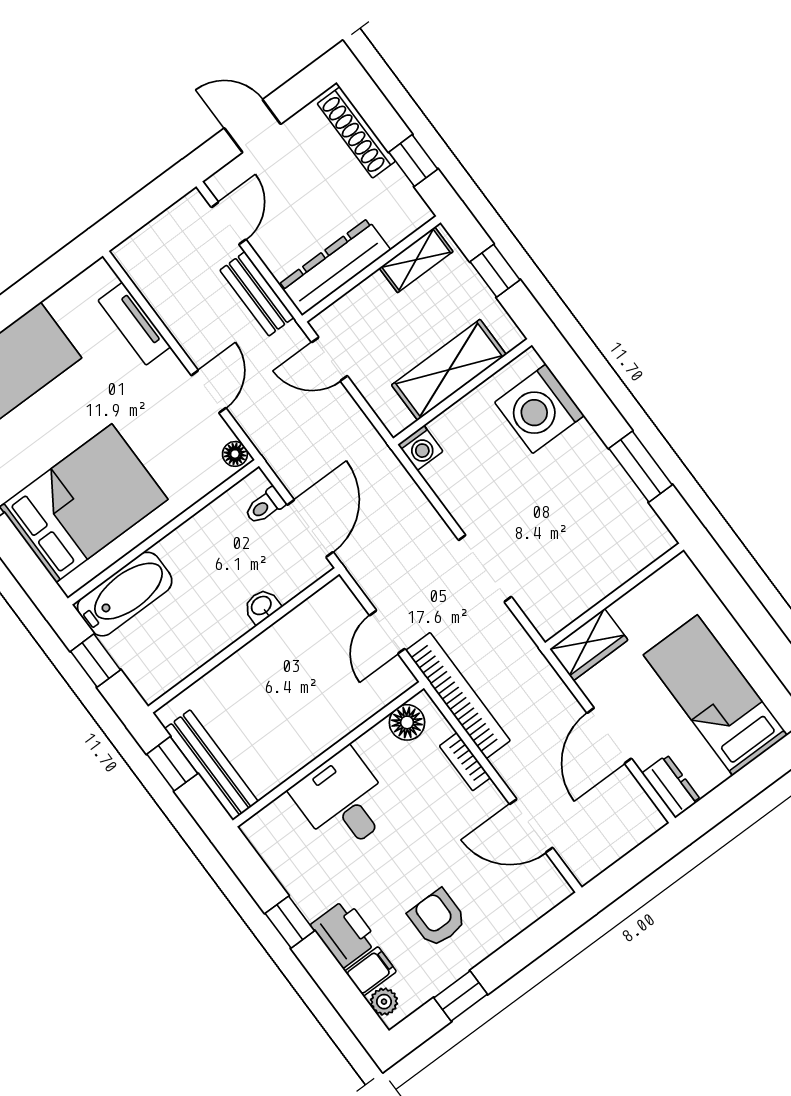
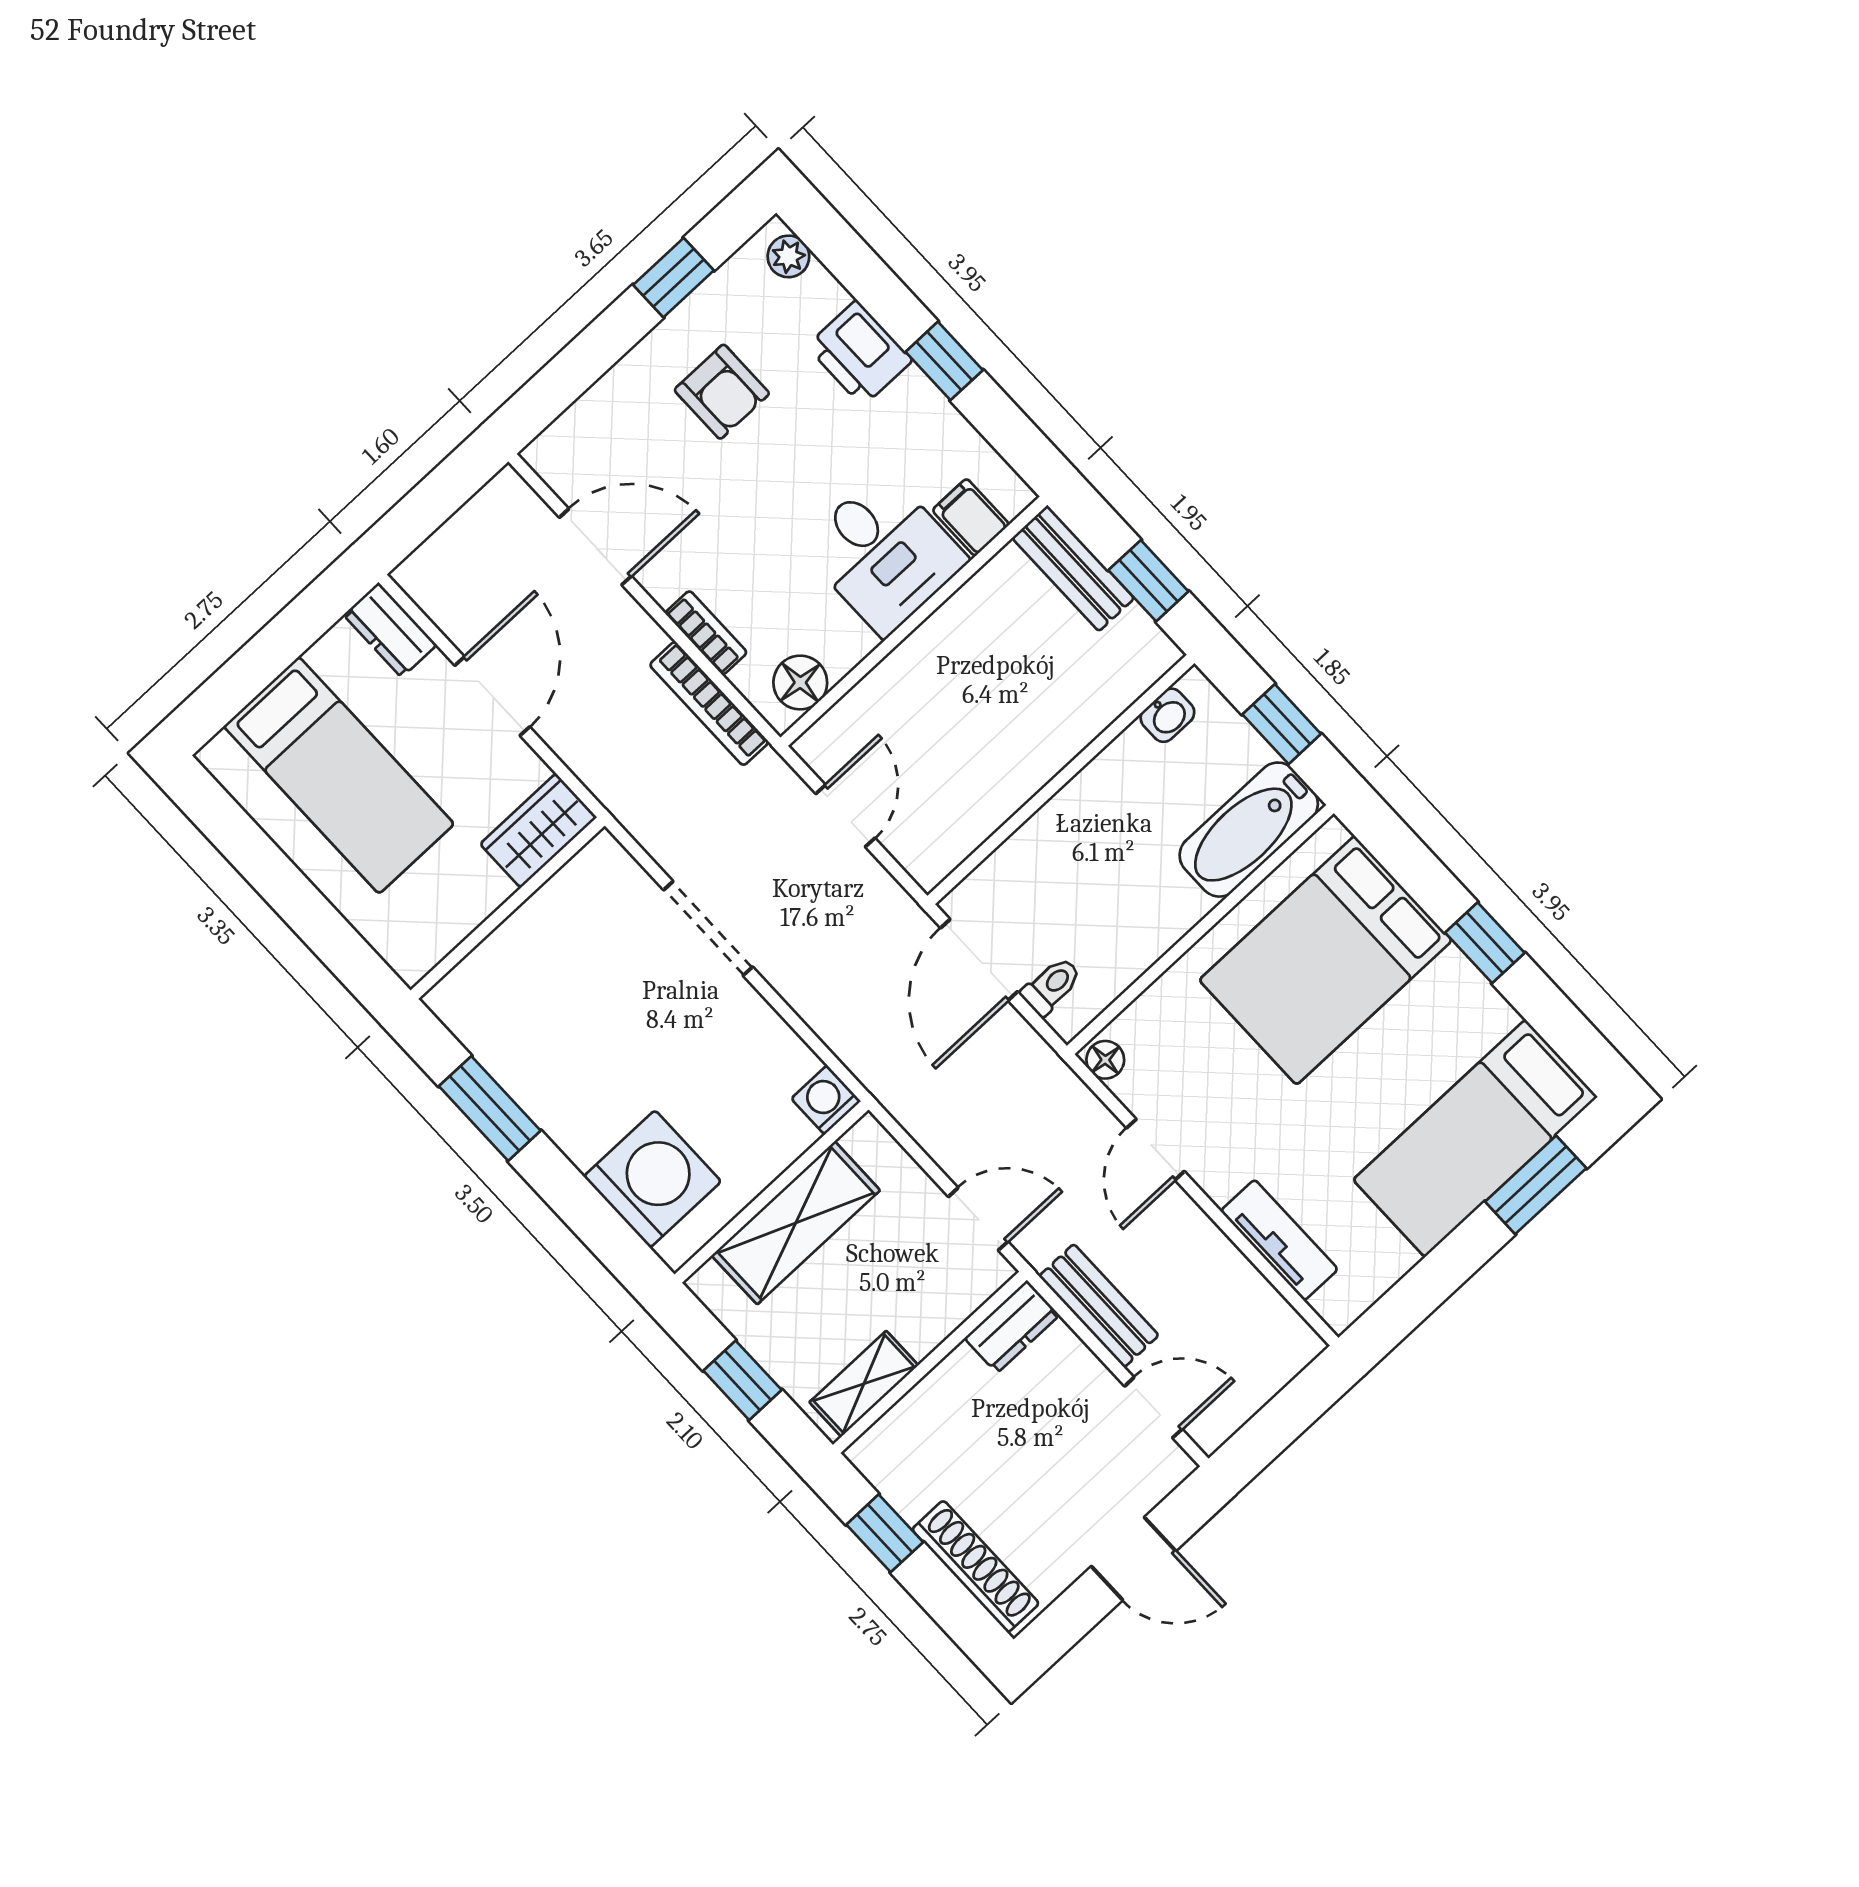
door: (229, 223) -> (1153, 1408), swing flipped
dresser: (335, 267) -> (1012, 1327), width x0.51, depth x0.80
washbasin: (262, 606) -> (1167, 715), moved
bookcase: (458, 696) -> (709, 703), width x0.68, depth x0.76
bench: (211, 765) -> (1073, 568), width x0.73
filing cabinet: (371, 971) -> (971, 517), moved, turned 90

